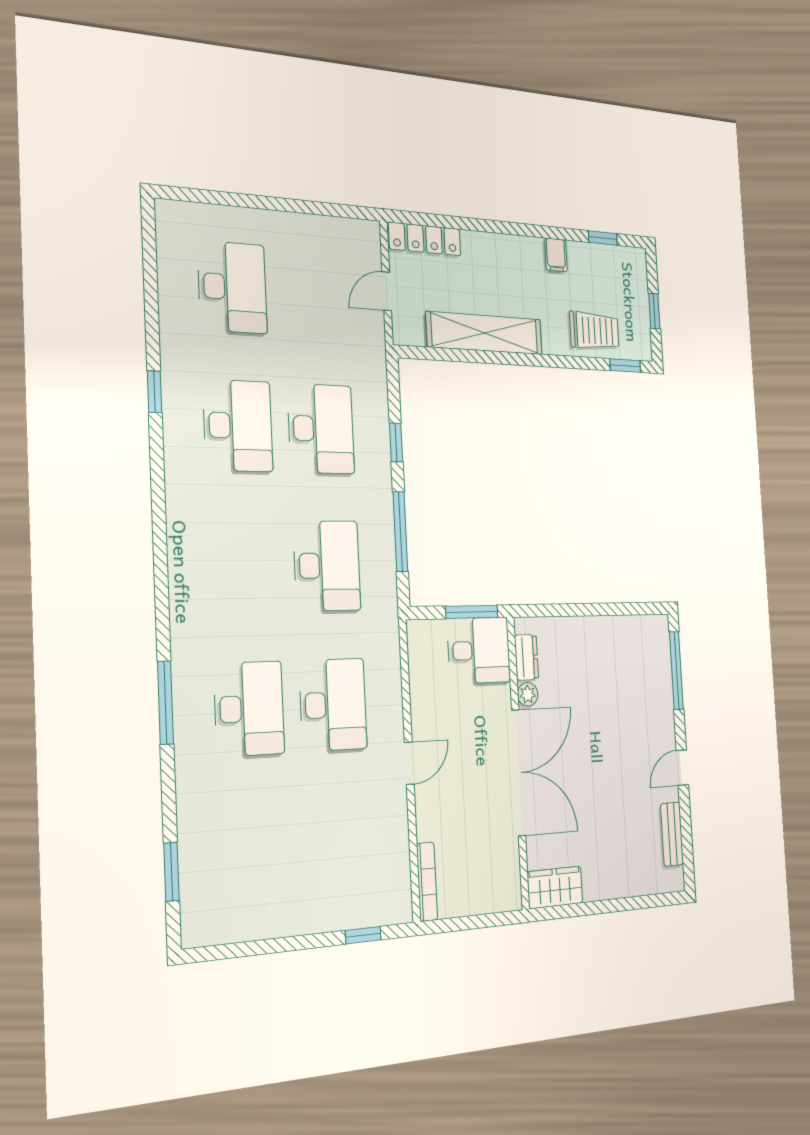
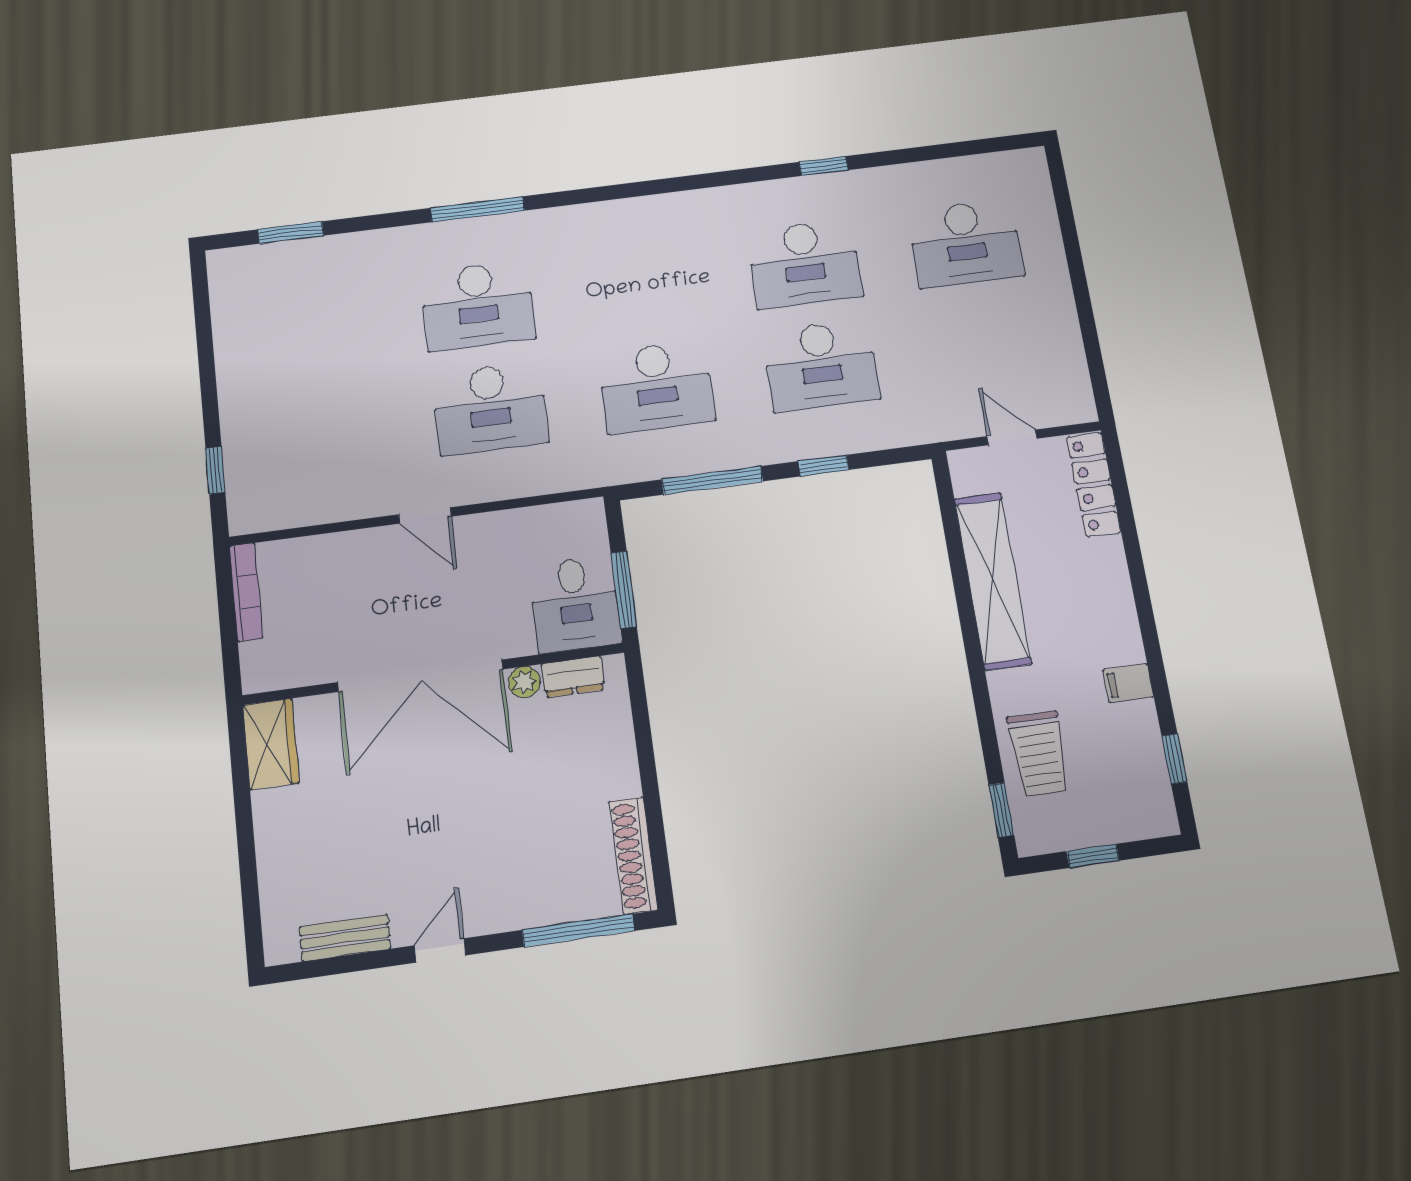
shoe rack: (637, 627) -> (633, 855), added
door: (682, 768) -> (440, 950), hinge flipped
bookcase: (427, 882) -> (246, 592), moved, turned -90

